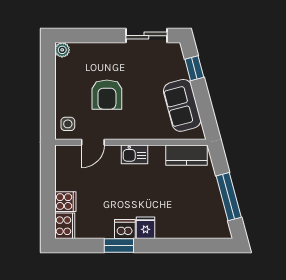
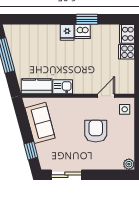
kitchen sink: (135, 154) -> (63, 87), moved

